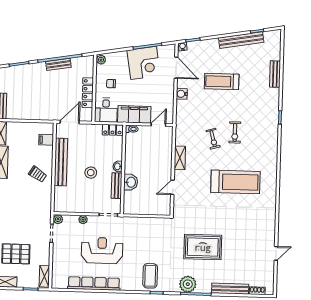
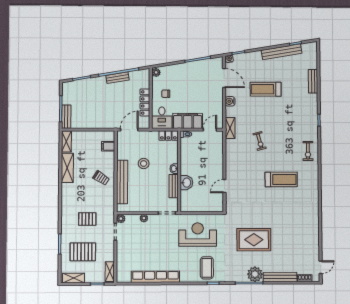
corner desk: (144, 63) -> (195, 74), removed
exercise bike: (235, 132) -> (308, 151), moved
shelving: (180, 158) -> (230, 128), moved
bench: (61, 162) -> (122, 182), moved
stool: (91, 173) -> (144, 163), moved
treadmill: (235, 182) -> (281, 179), width x0.73, depth x0.73
pallet: (21, 219) -> (87, 219), added
reception desk: (102, 250) -> (198, 235), moved
door: (276, 253) -> (321, 267), moved
plant: (188, 284) -> (255, 274), moved

